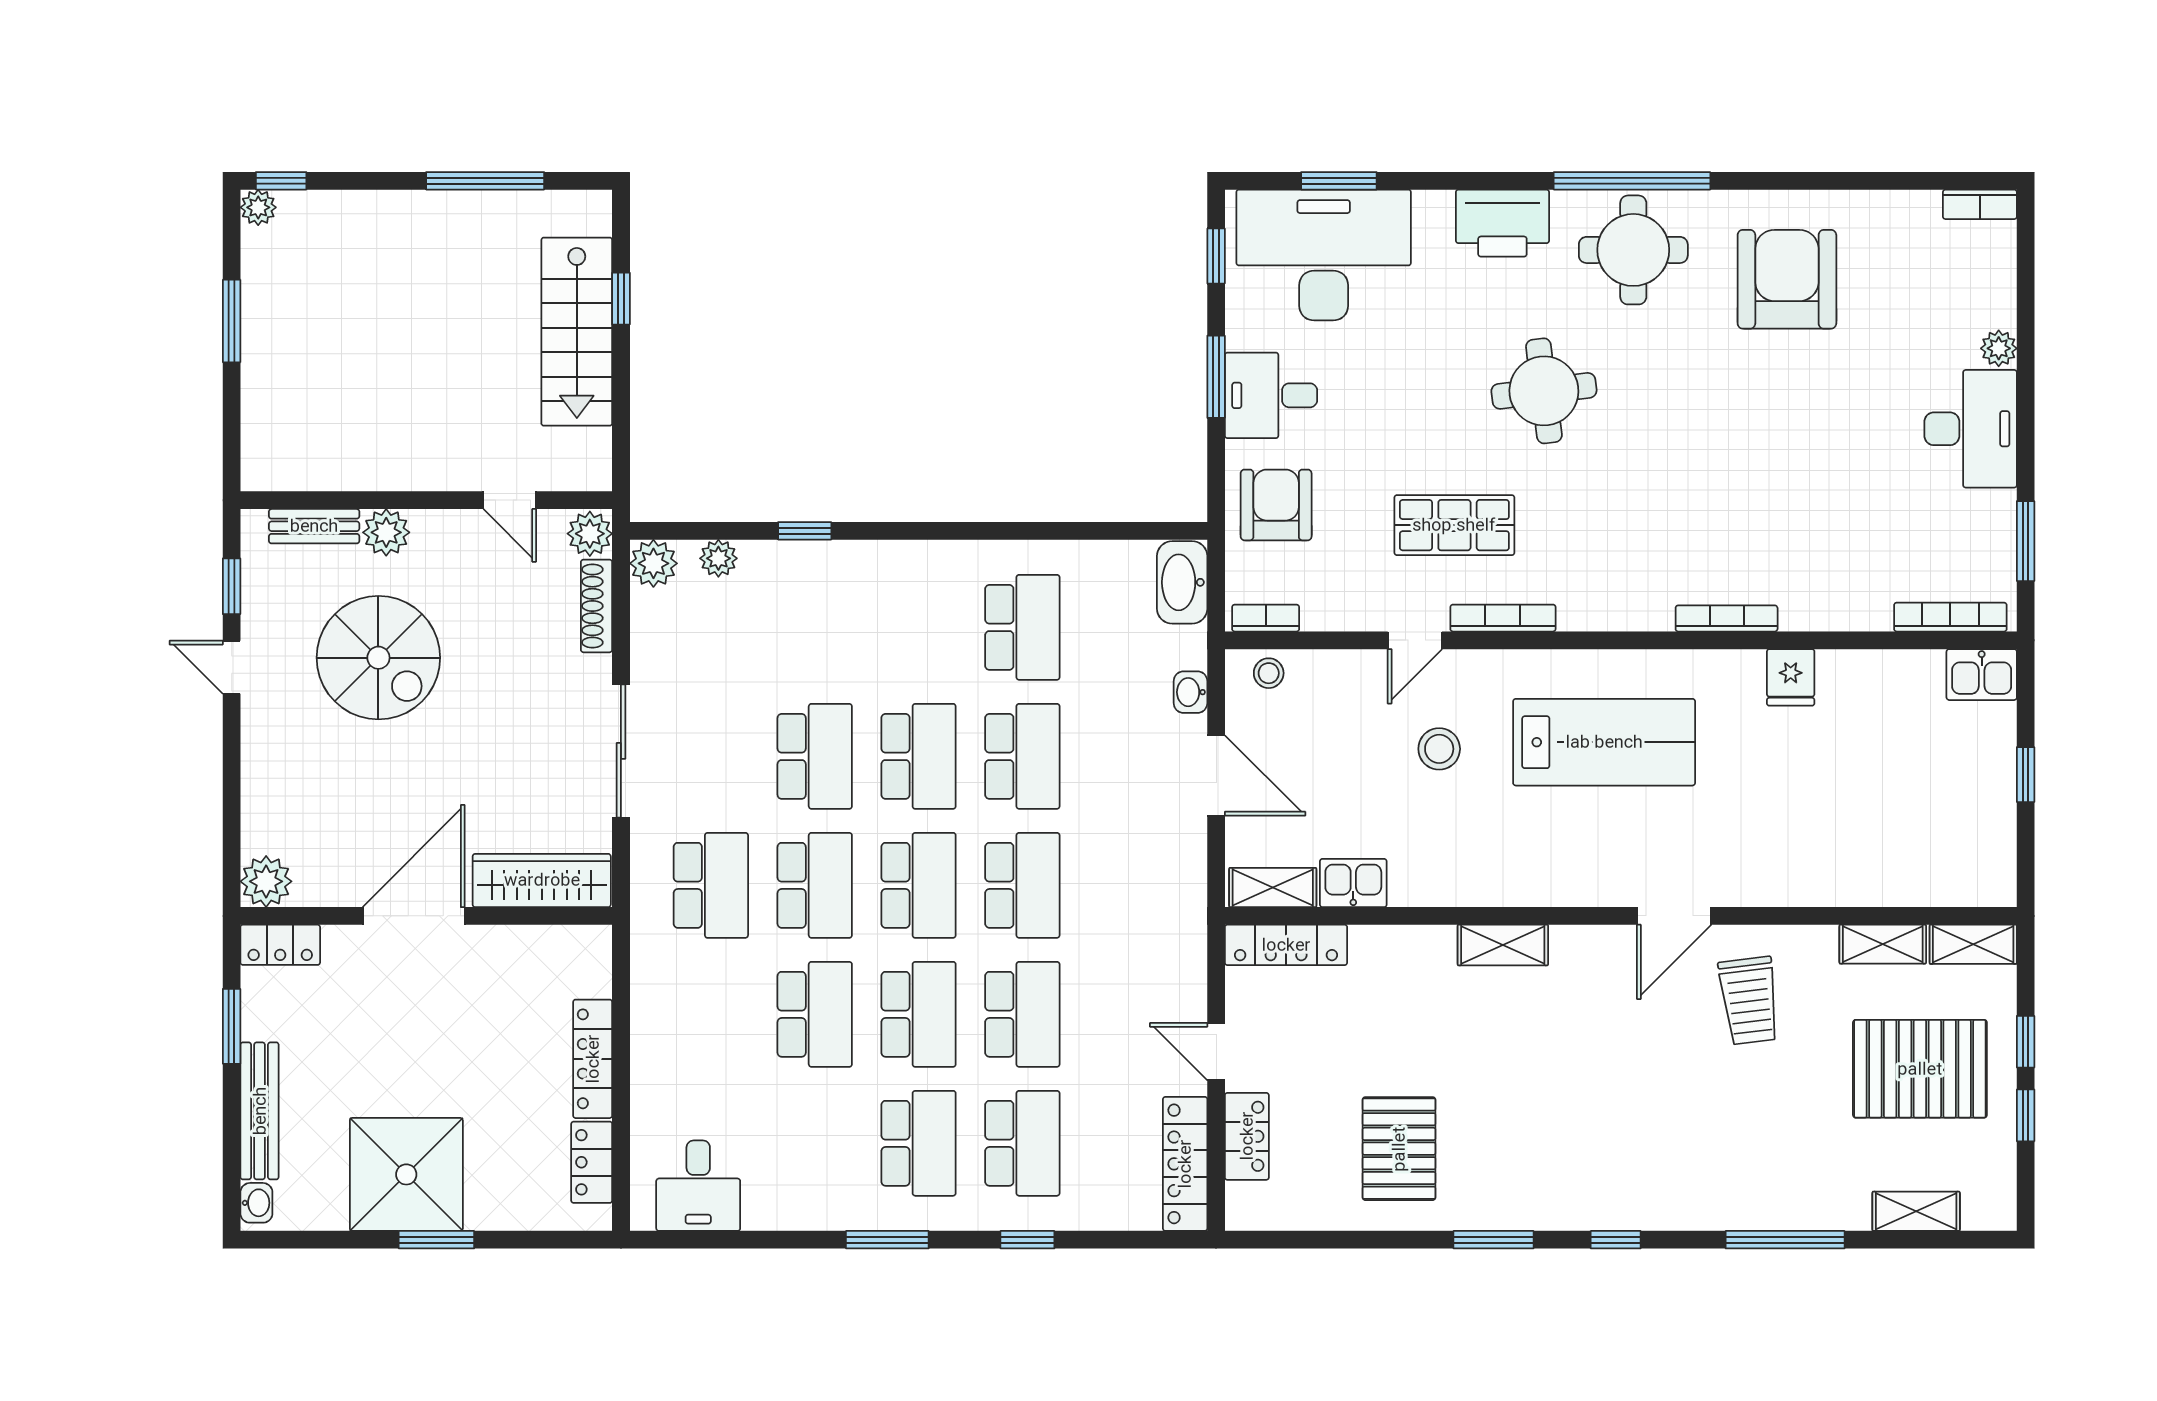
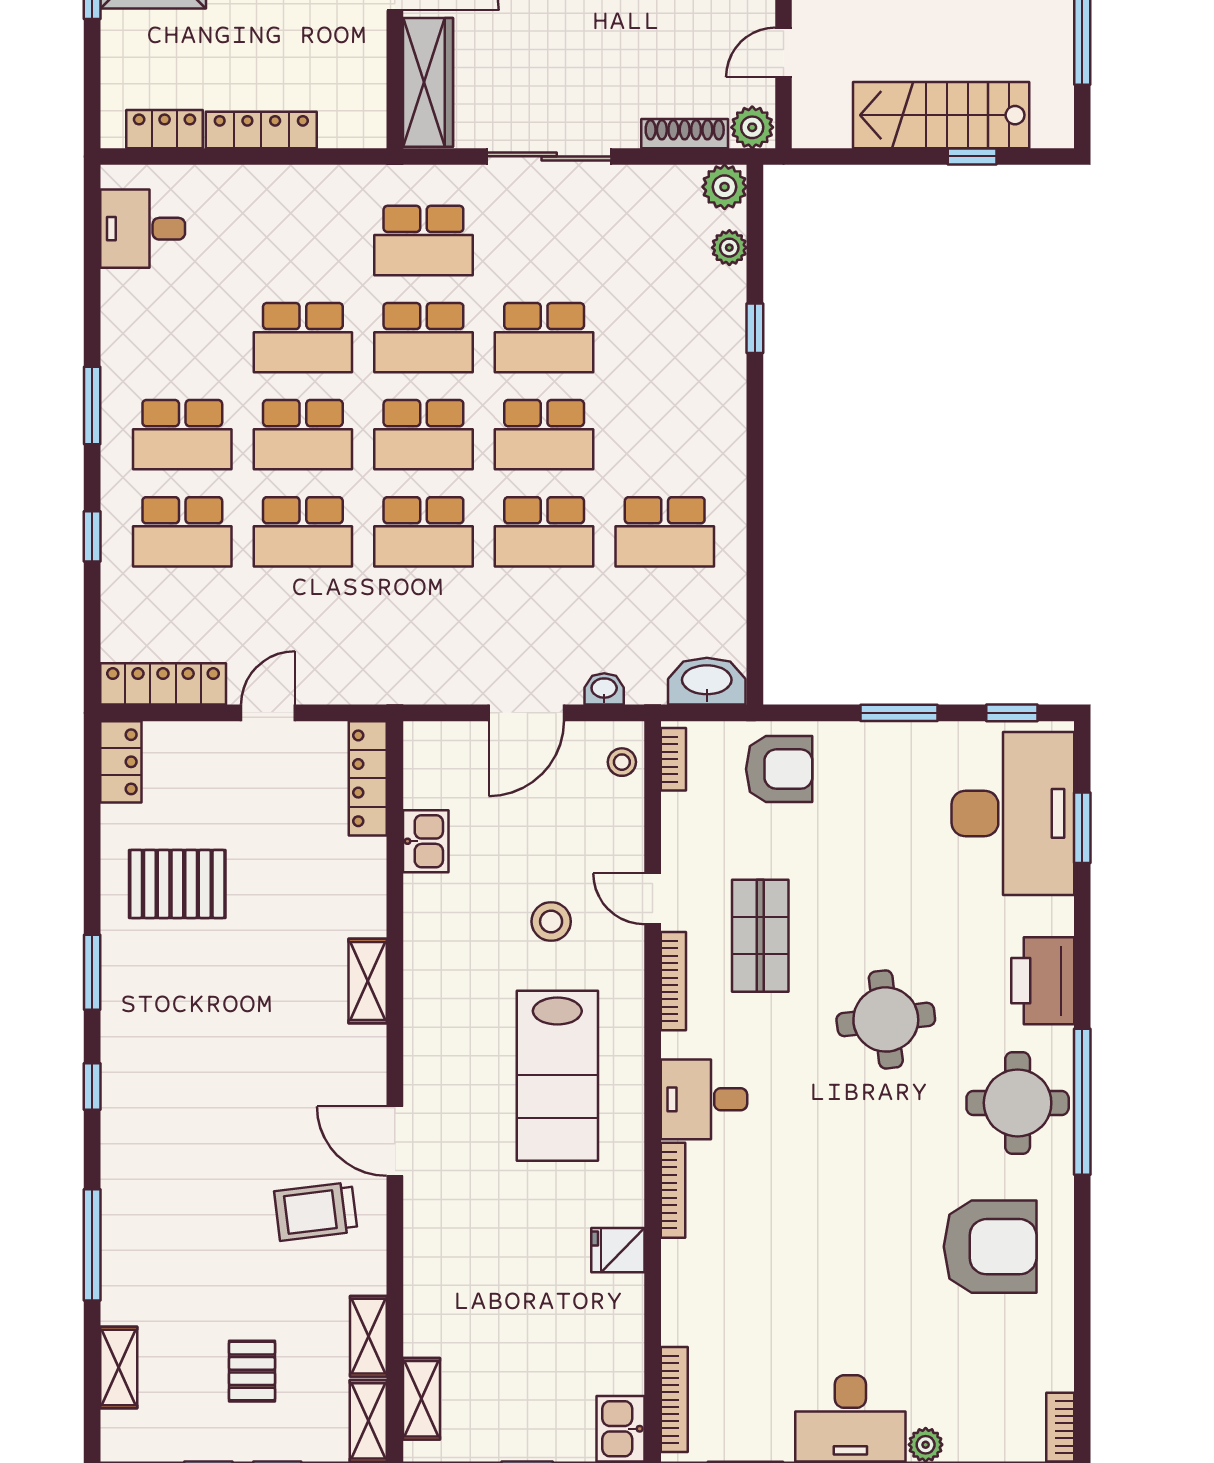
desk: (1271, 395) -> (704, 1099), moved, turned -90
shelving: (1273, 888) -> (421, 1399), moved
pallet: (1920, 1069) -> (252, 1371), width x0.49, depth x0.50
locker: (1247, 1136) -> (121, 762), moved, turned -90

